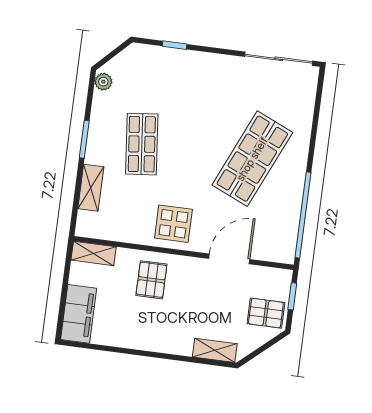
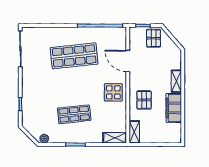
shop shelf: (252, 159) -> (74, 56), turned -30
shelving: (91, 188) -> (115, 138), moved
pallet: (151, 280) -> (144, 100), turned 90
filing cabinet: (79, 314) -> (174, 108), moved, turned -90
shelving: (215, 350) -> (176, 81), moved

